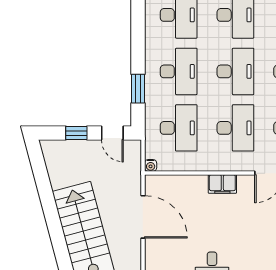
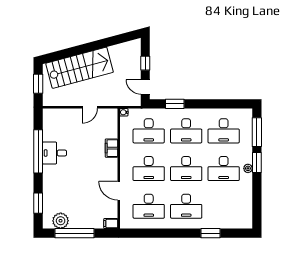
door: (112, 133) -> (145, 87), hinge flipped
filing cabinet: (222, 184) -> (111, 148), moved
door: (143, 217) -> (90, 107), width x0.53

